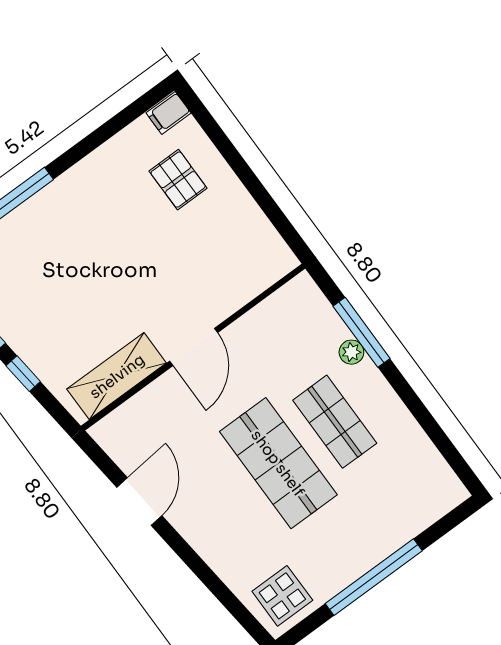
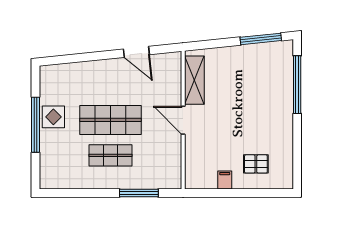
filing cabinet: (168, 113) -> (225, 180), moved
plant: (351, 352) -> (134, 183), removed
window: (23, 374) -> (223, 43), removed
display table: (282, 596) -> (53, 117), moved

